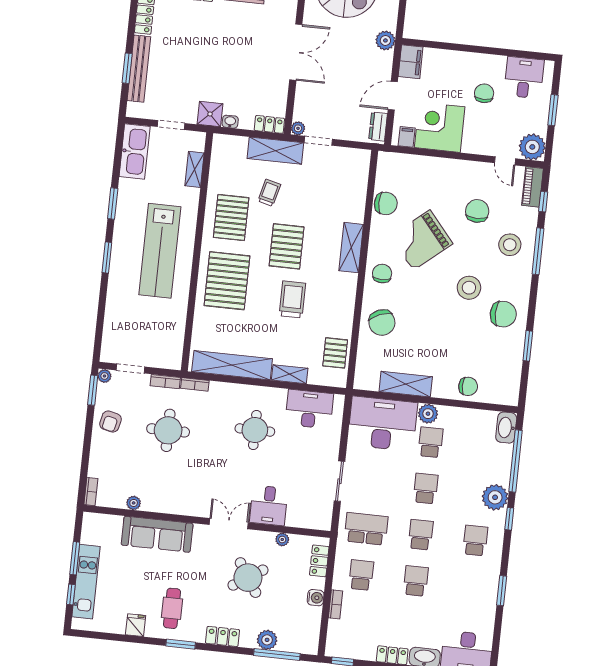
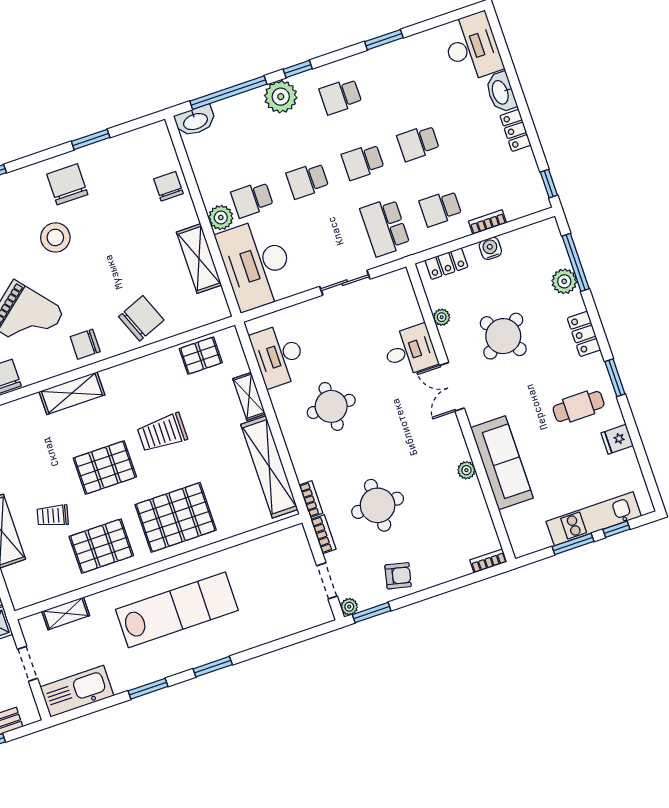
plant: (134, 503) -> (466, 470), moved

